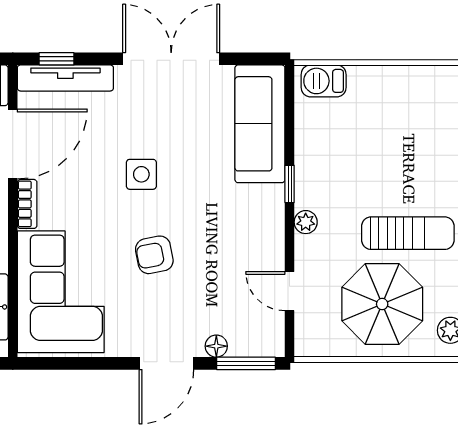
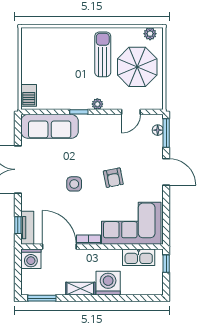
tv unit: (65, 78) -> (27, 228), width x0.71
floor lamp: (216, 346) -> (158, 130), moved

